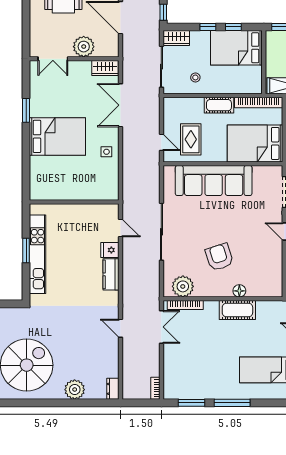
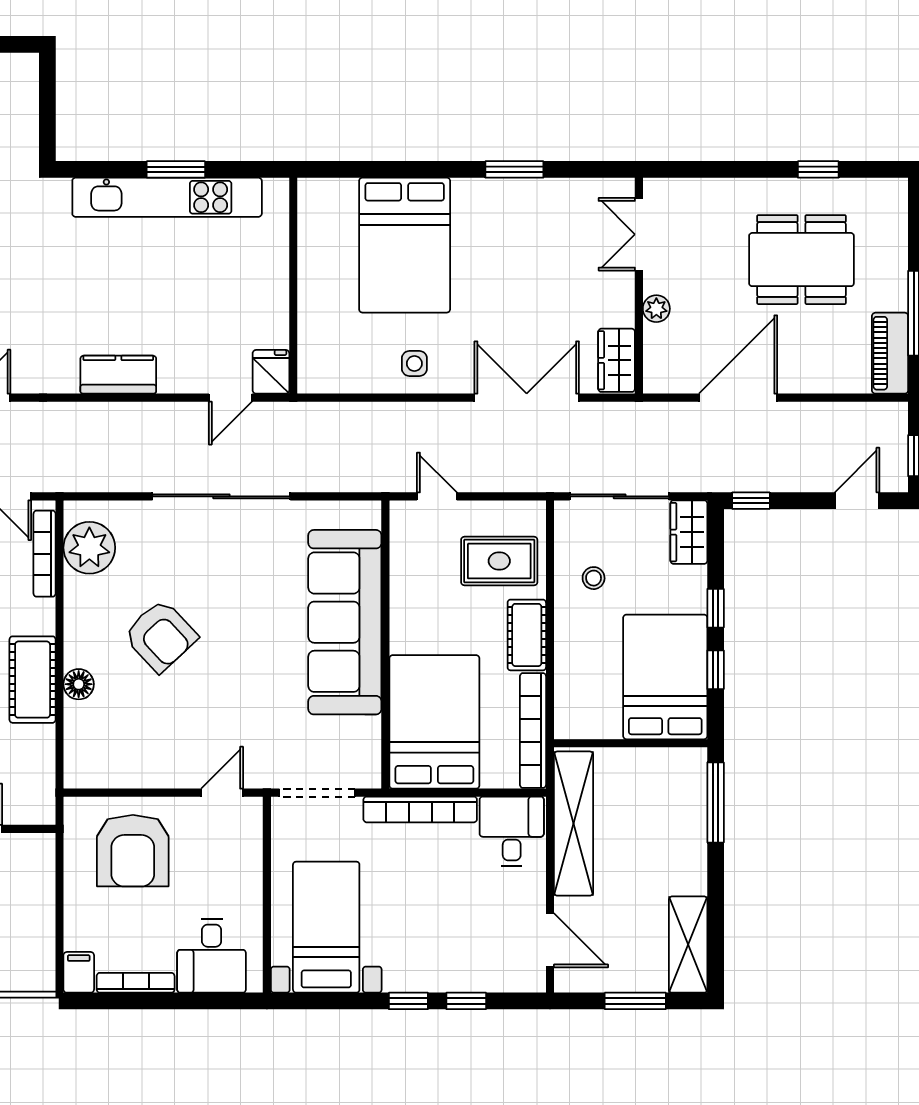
plant: (84, 47) -> (656, 309), width x0.53, depth x0.53
bed: (57, 136) -> (405, 245), moved
rug: (191, 139) -> (499, 561), moved
door: (161, 142) -> (437, 496), swing flipped
fridge: (110, 250) -> (271, 372), moved
armchair: (219, 257) -> (160, 636), turned 65

